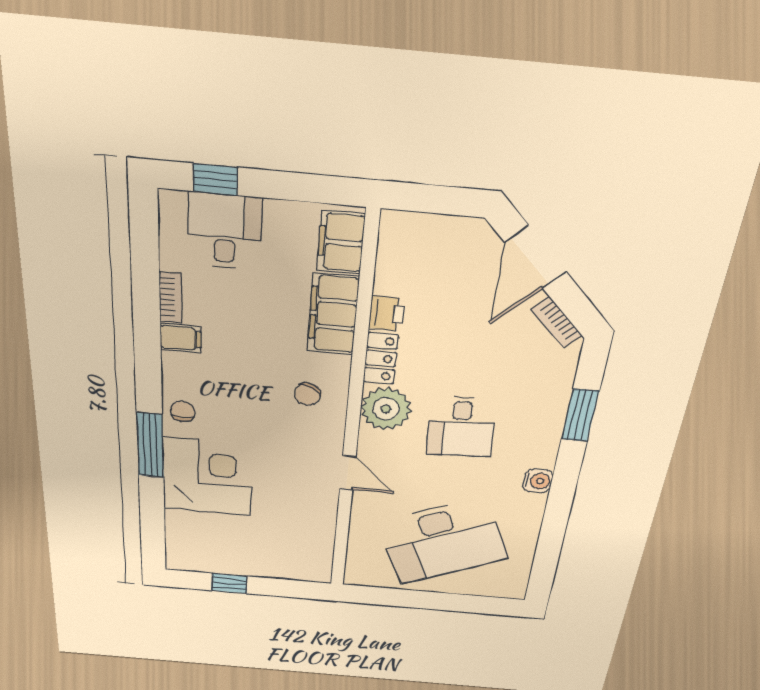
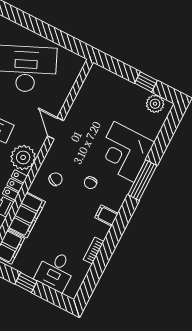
window: (215, 179) -> (26, 283), moved
filing cabinet: (181, 338) -> (106, 216), moved
chair: (183, 411) -> (91, 183), moved
plant: (197, 560) -> (155, 104), added

